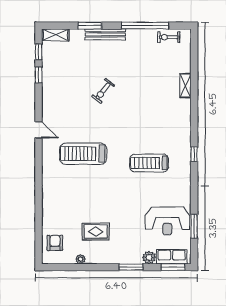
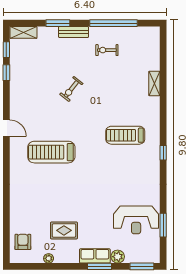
bench: (105, 34) -> (74, 32), width x0.73
exercise bike: (169, 37) -> (107, 50), moved
treadmill: (149, 163) -> (125, 135), moved
row of seats: (172, 257) -> (95, 256), moved

